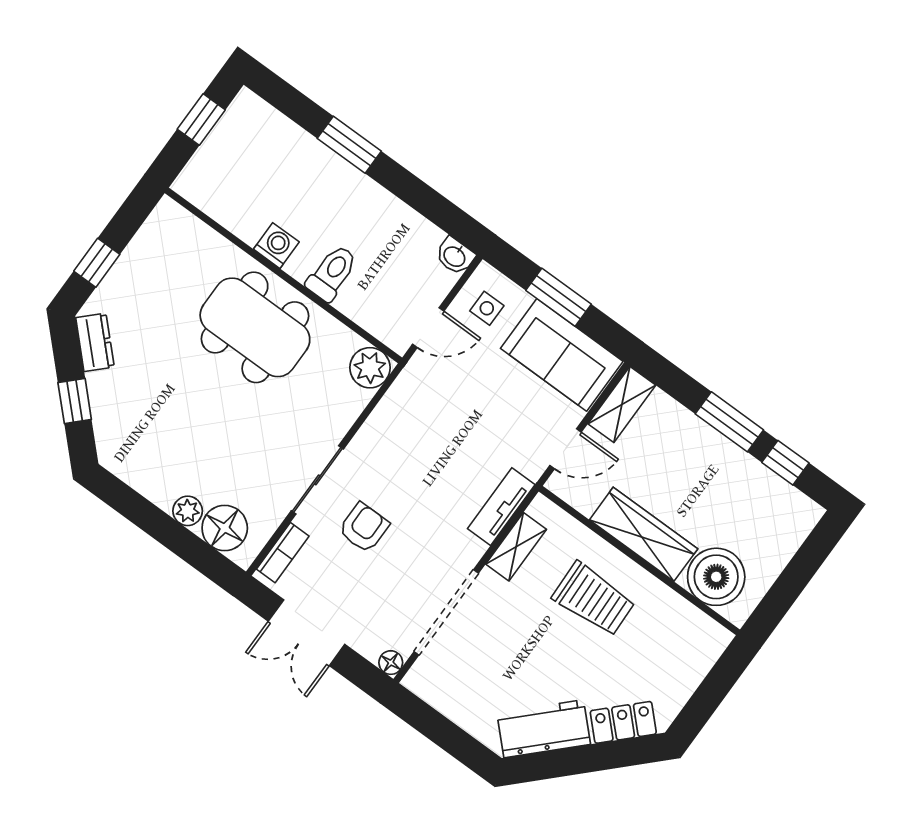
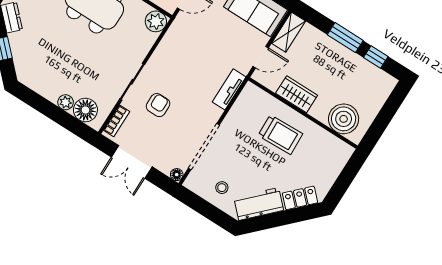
wardrobe: (644, 534) -> (297, 94), width x0.67
shelving: (516, 547) -> (238, 110), removed
stool: (475, 693) -> (222, 188), added

